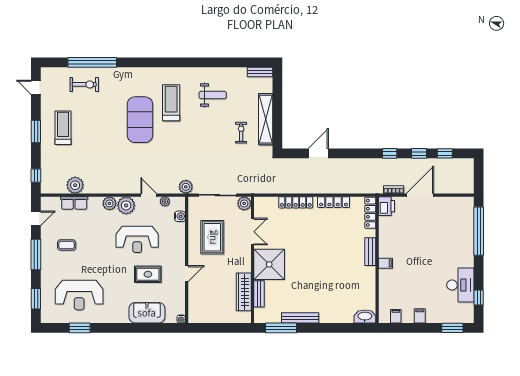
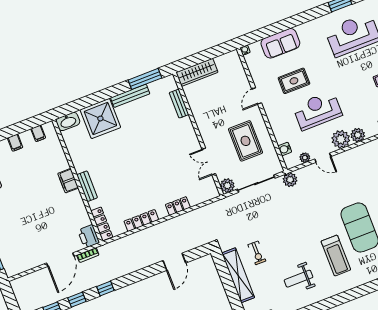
locker: (296, 202) -> (178, 206), width x0.66
filing cabinet: (385, 263) -> (68, 181), width x2.00
shower: (269, 264) -> (100, 119), moved
wardrobe: (244, 292) -> (197, 72), moved, turned 90

